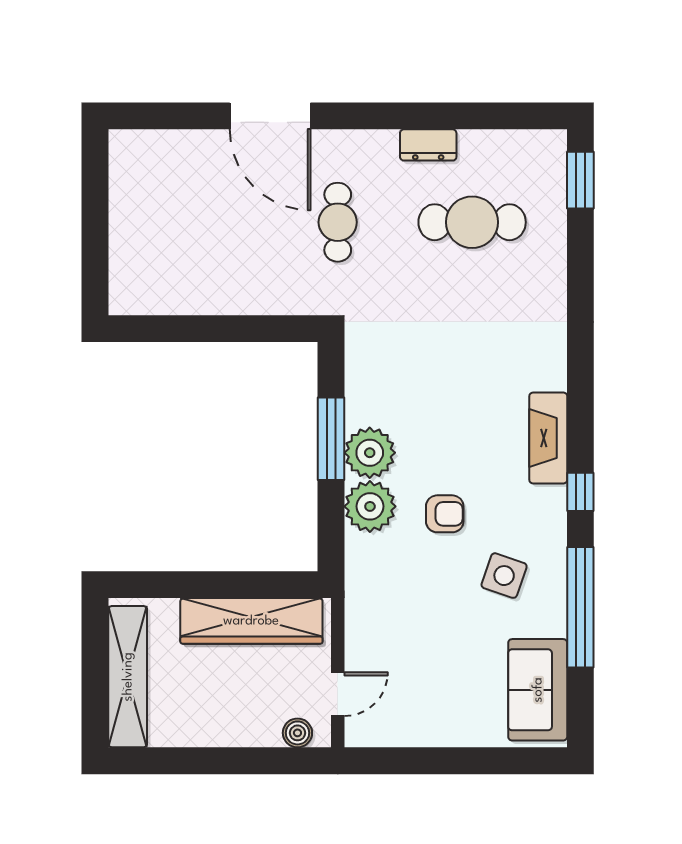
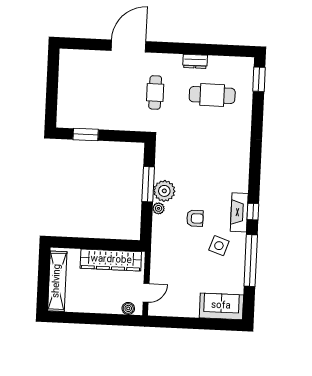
door: (270, 116) -> (128, 46), swing flipped
window: (179, 329) -> (86, 135), added
fireplace: (548, 438) -> (239, 212), moved
plant: (370, 506) -> (159, 208), width x0.53, depth x0.53
sofa: (538, 690) -> (221, 306), moved, turned 90

